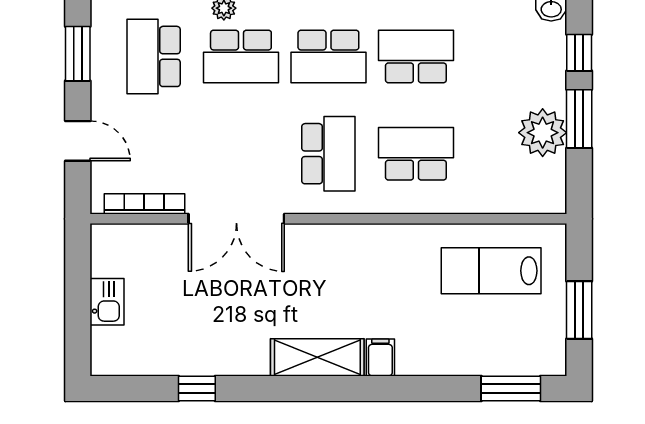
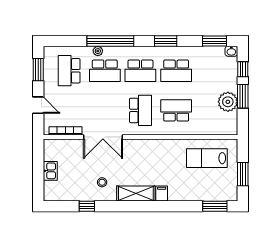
school desk: (416, 56) -> (176, 71), turned 180
stool: (234, 330) -> (102, 182), added

